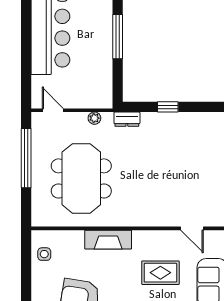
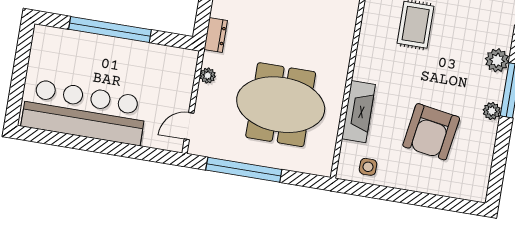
window: (118, 37) -> (110, 29), width x1.46
fireplace: (108, 240) -> (359, 112), moved

